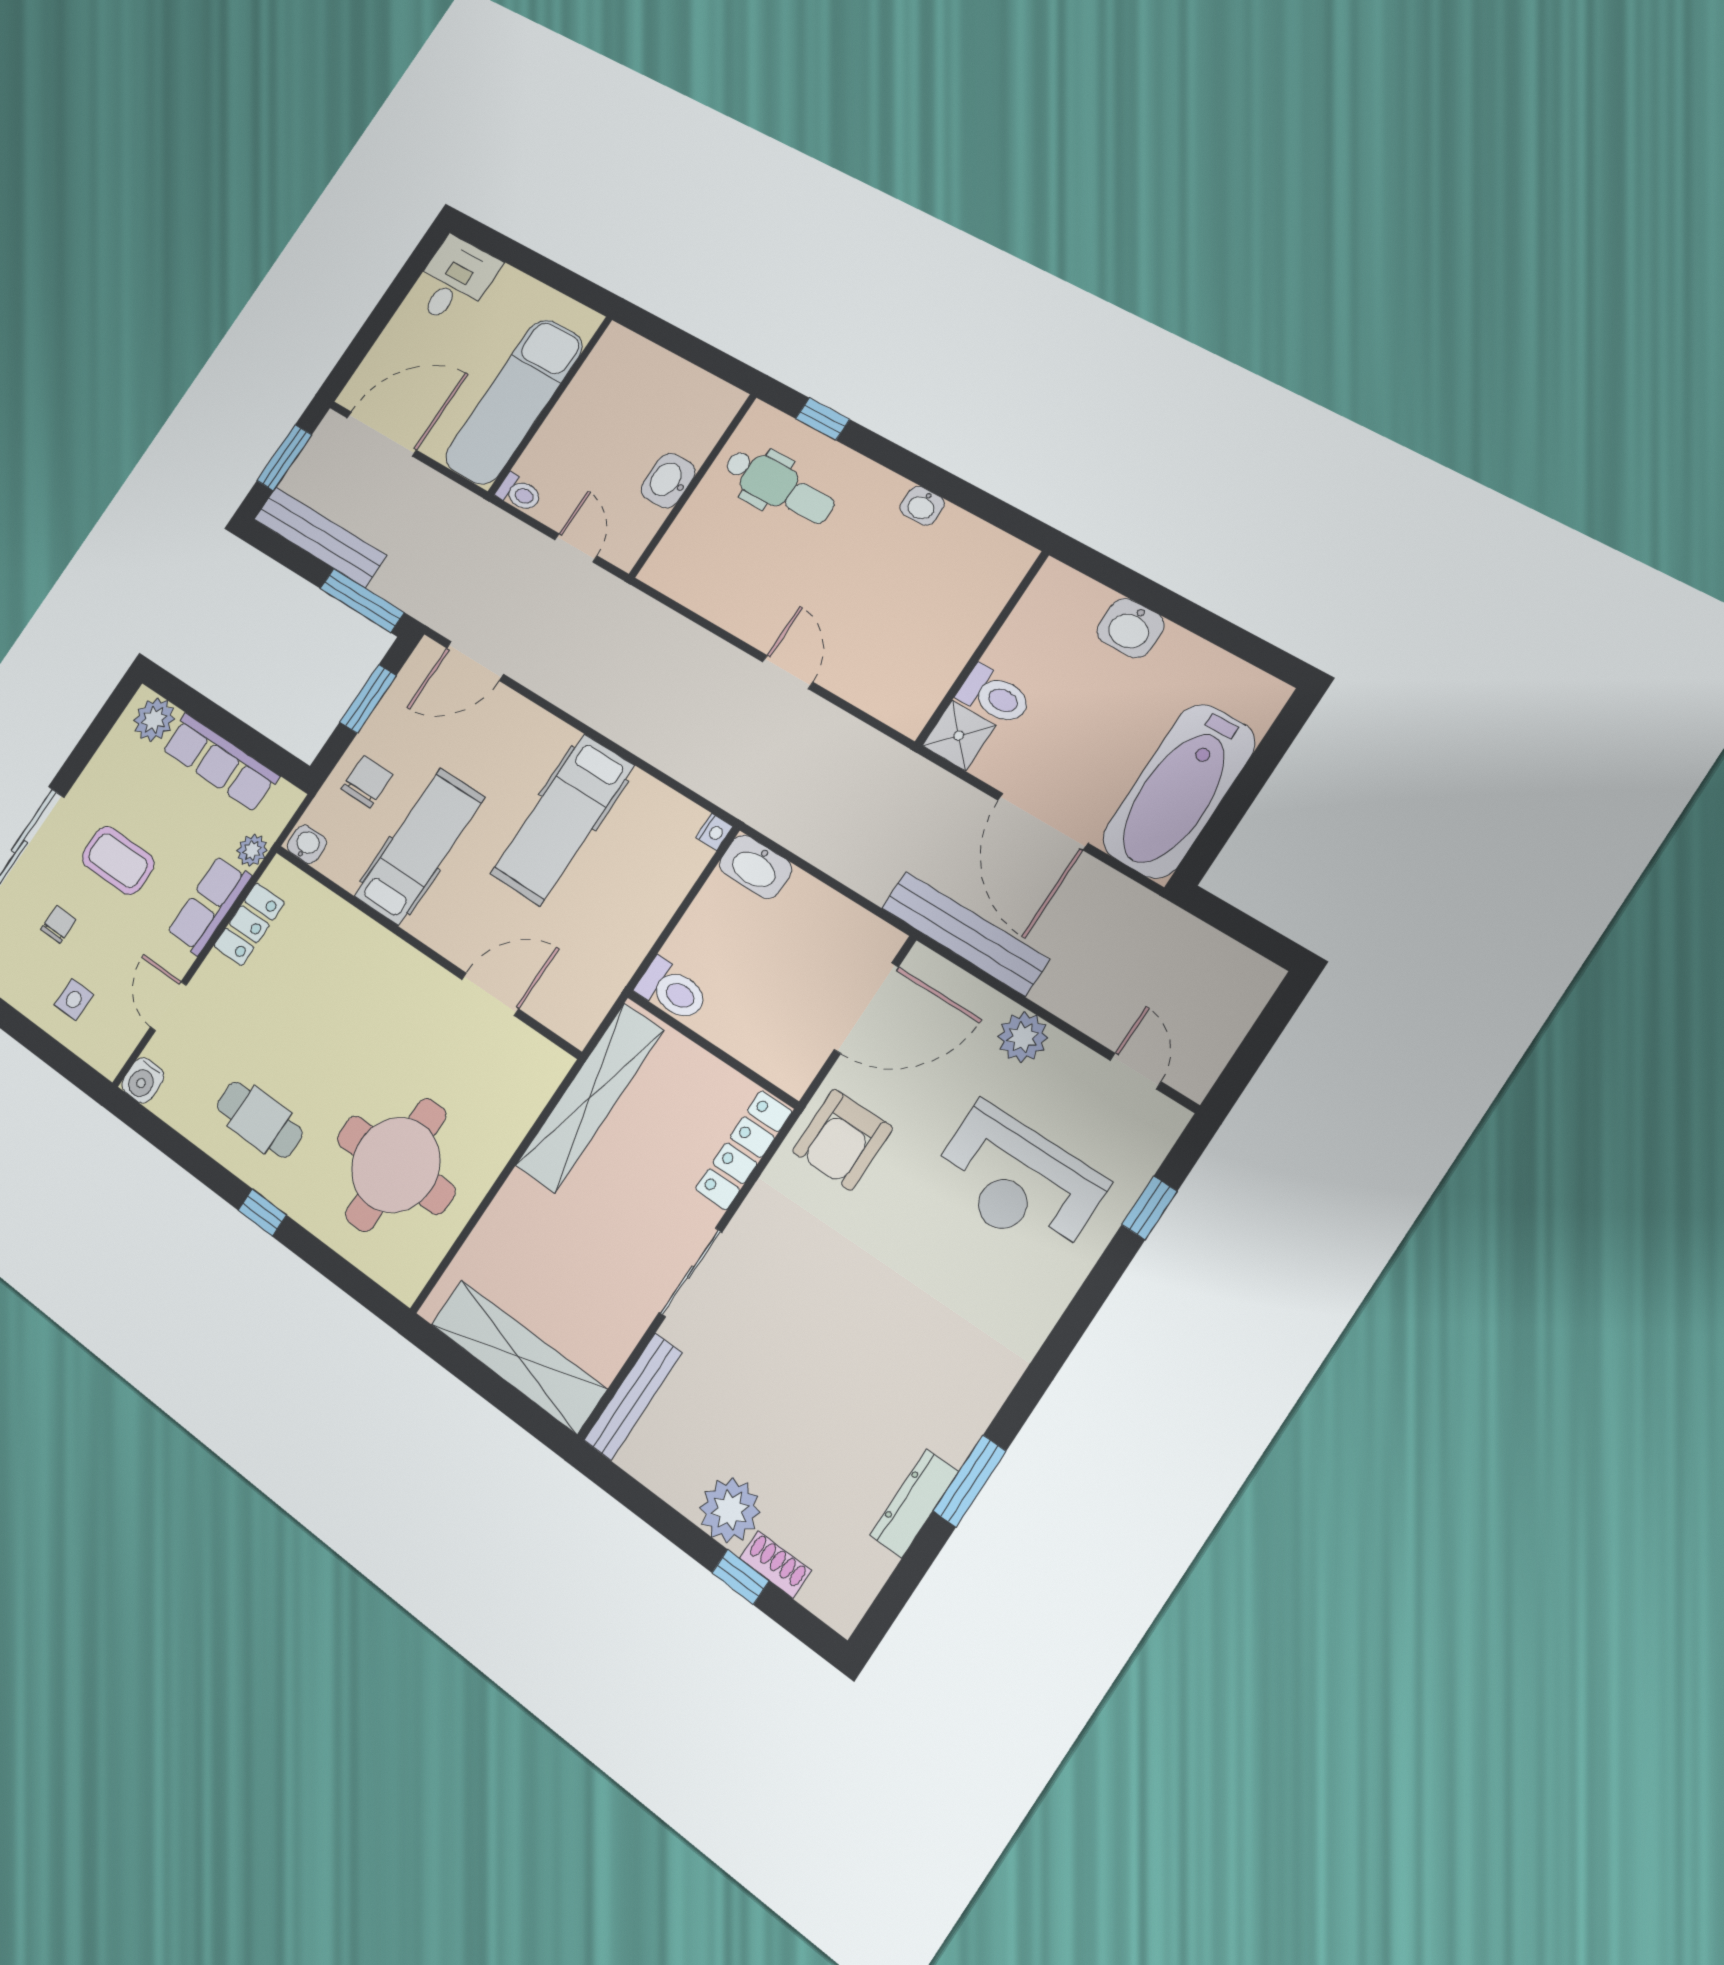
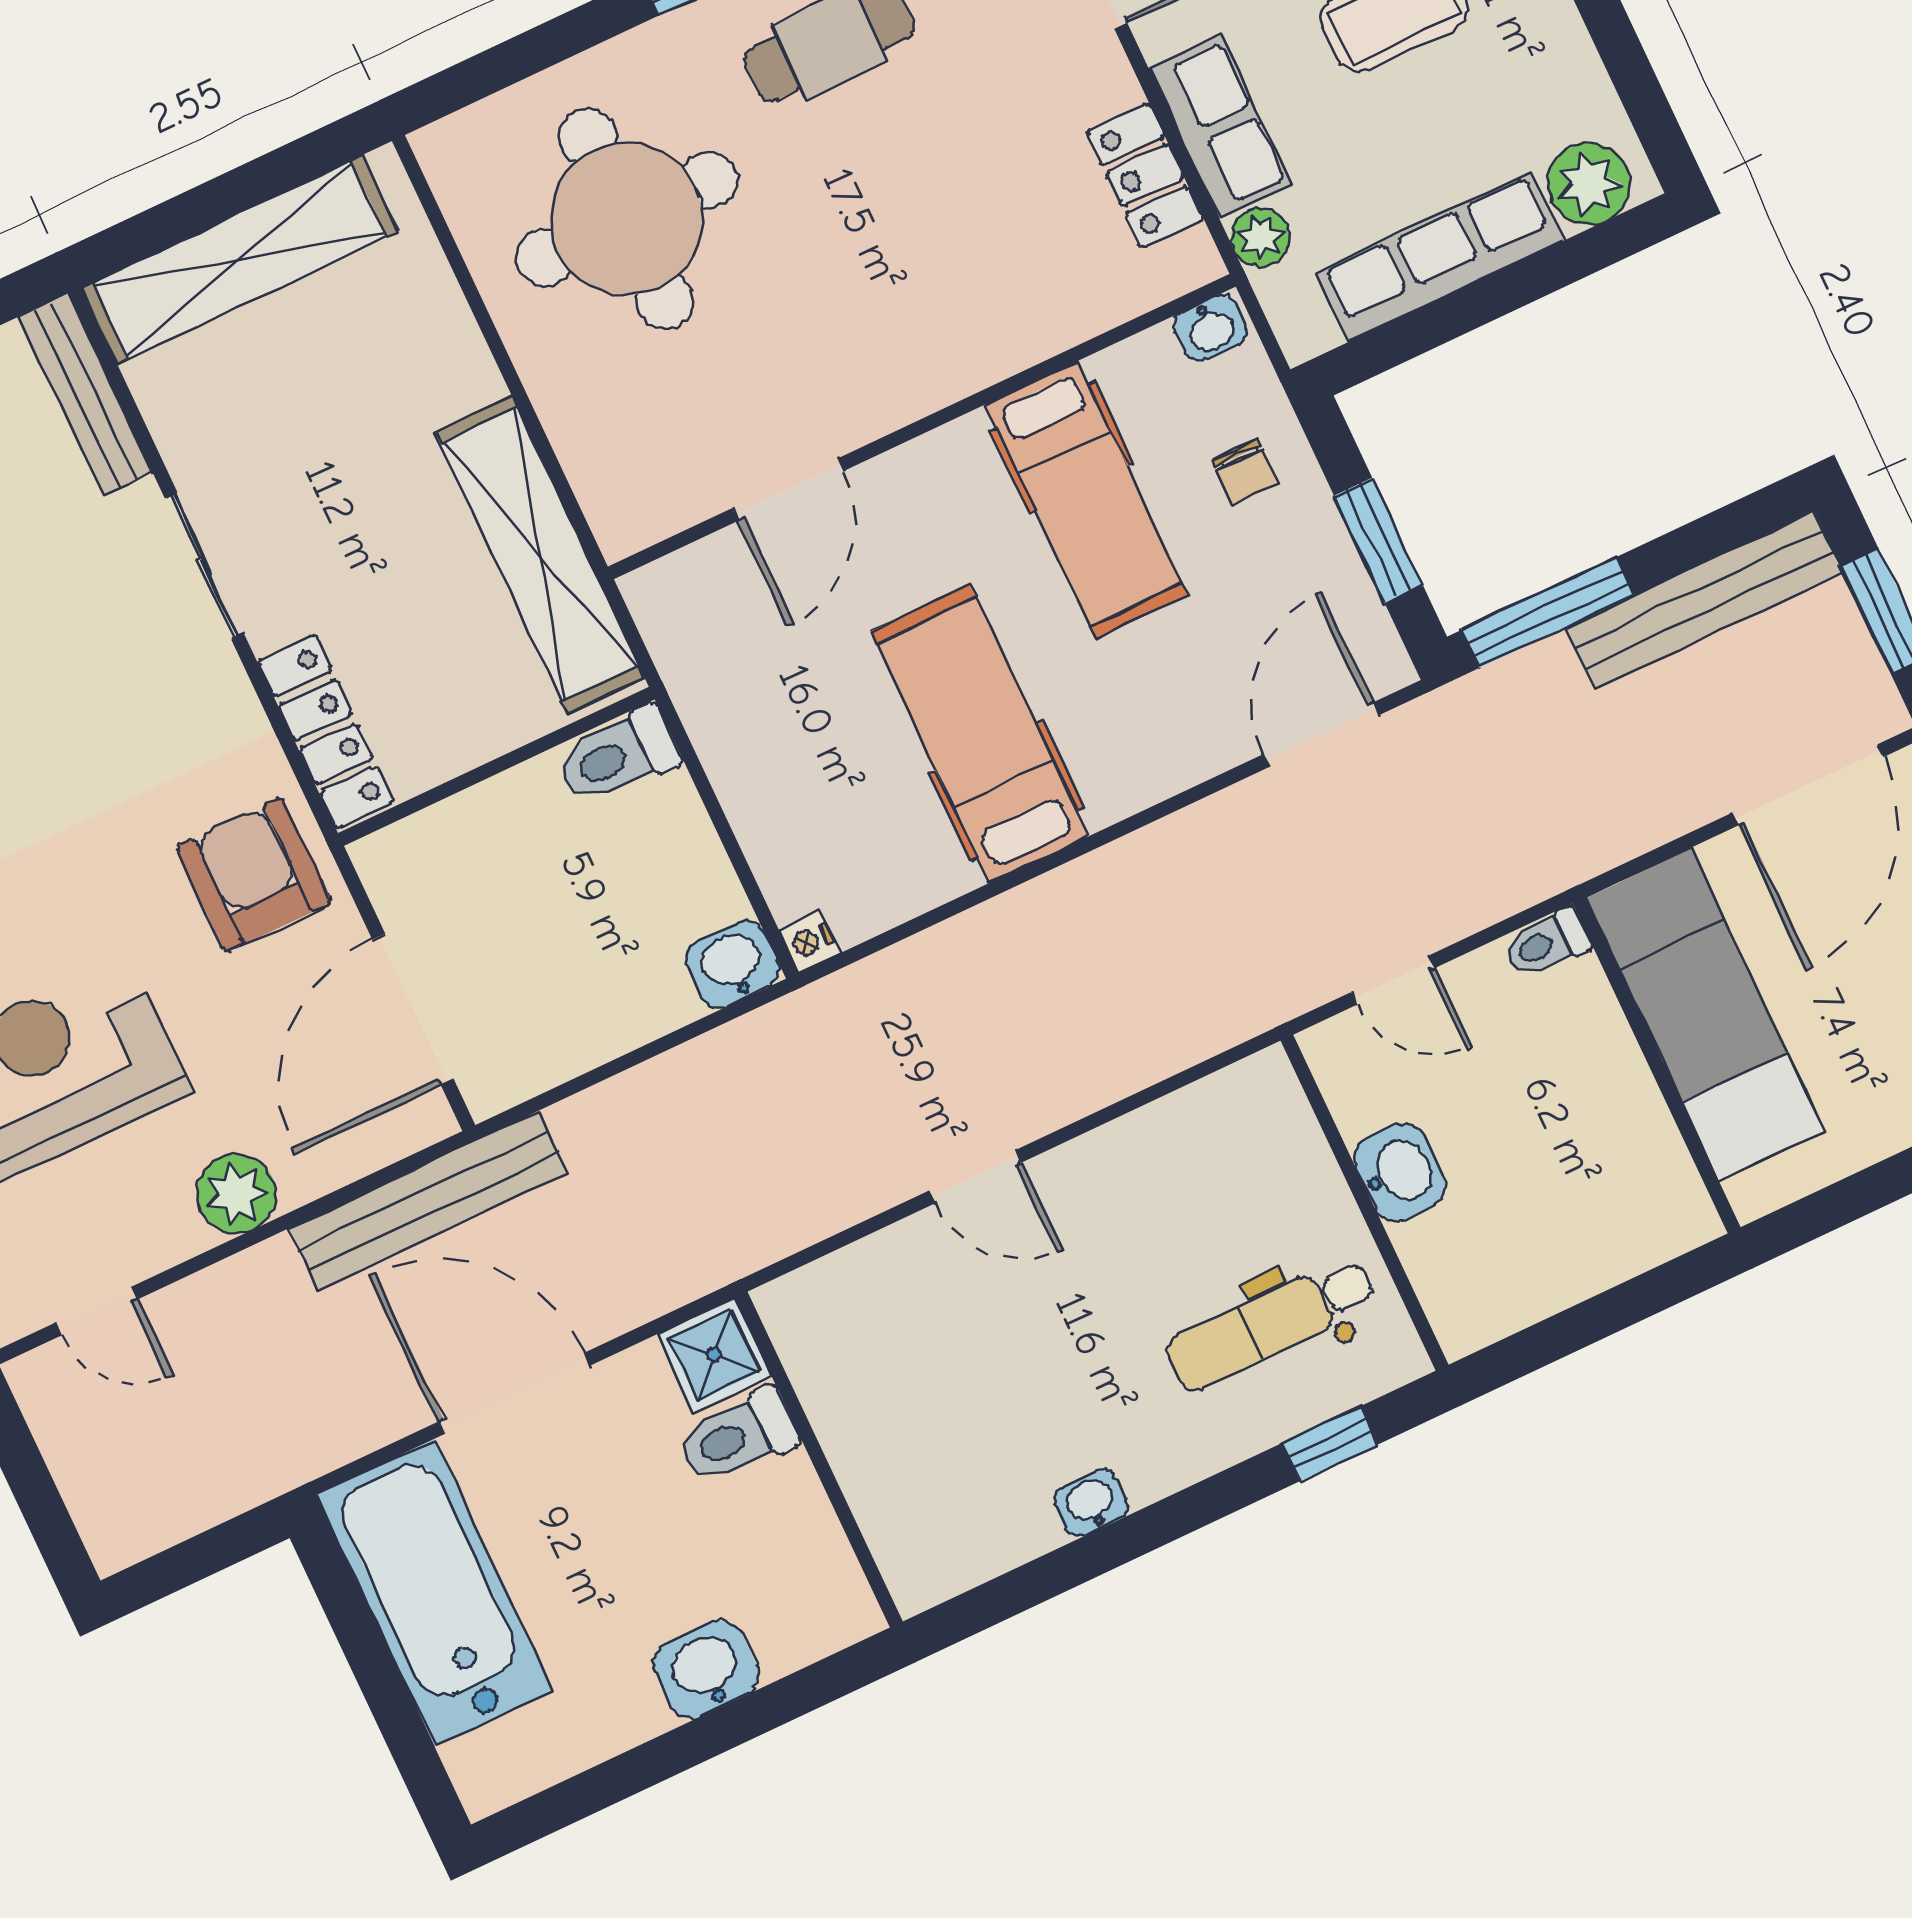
chair: (367, 782) -> (1246, 471), width x0.73, depth x0.73
washbasin: (756, 867) -> (732, 964), width x0.72

